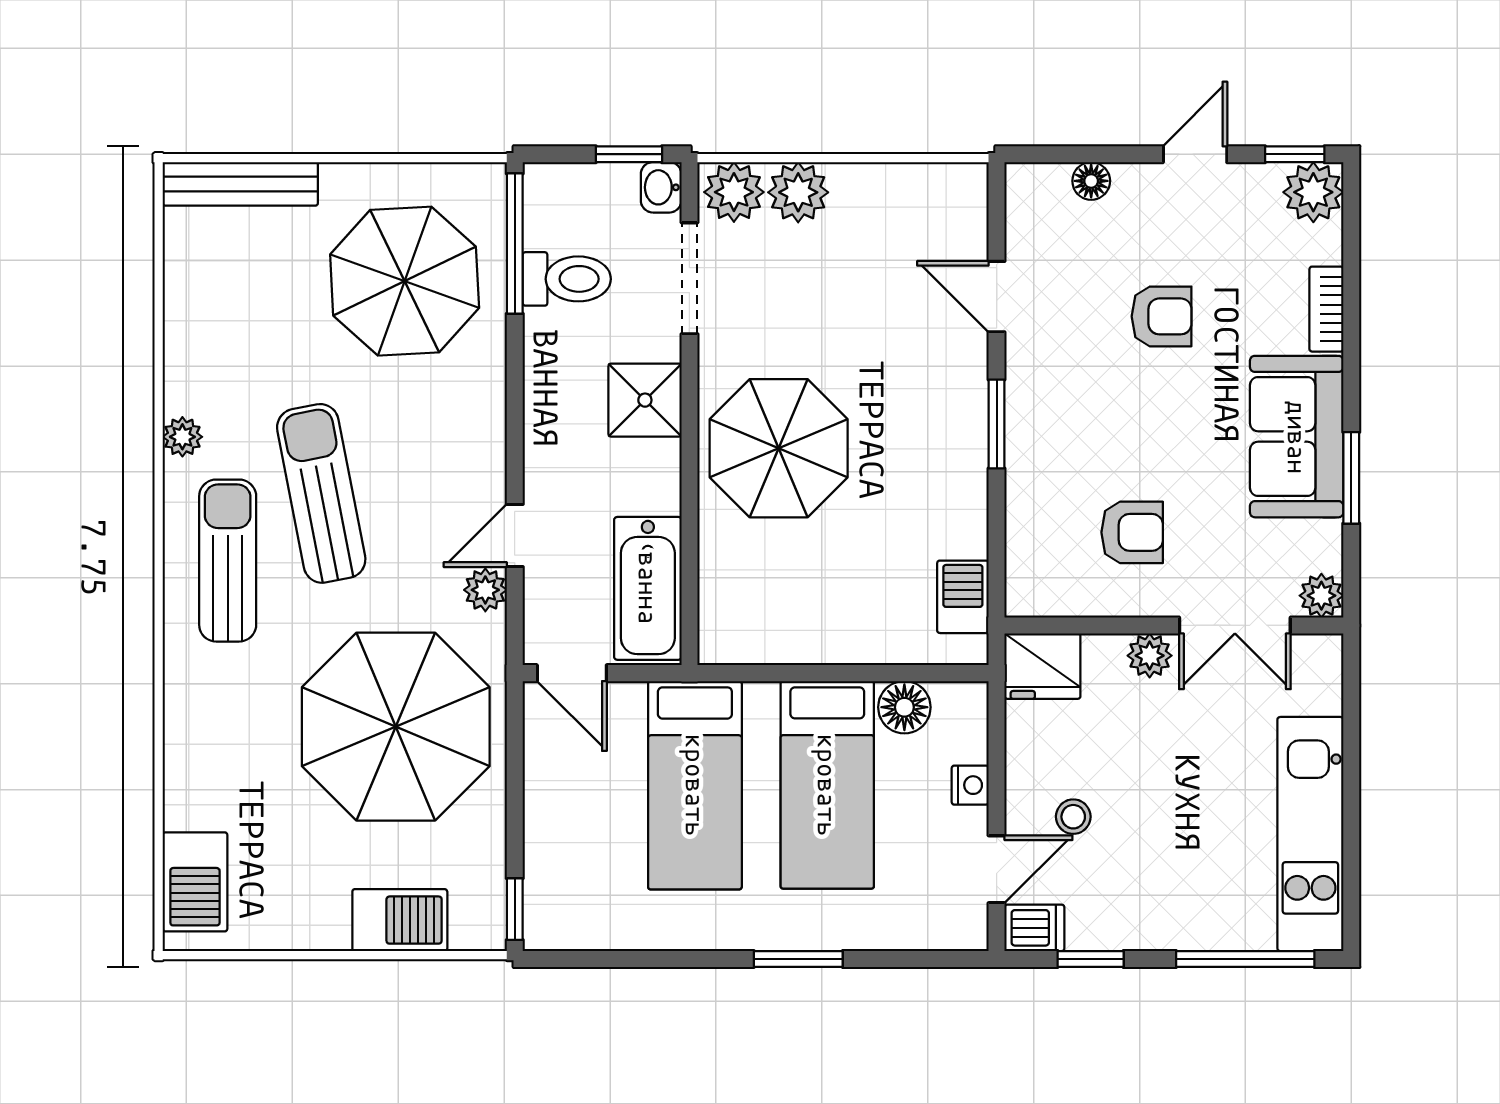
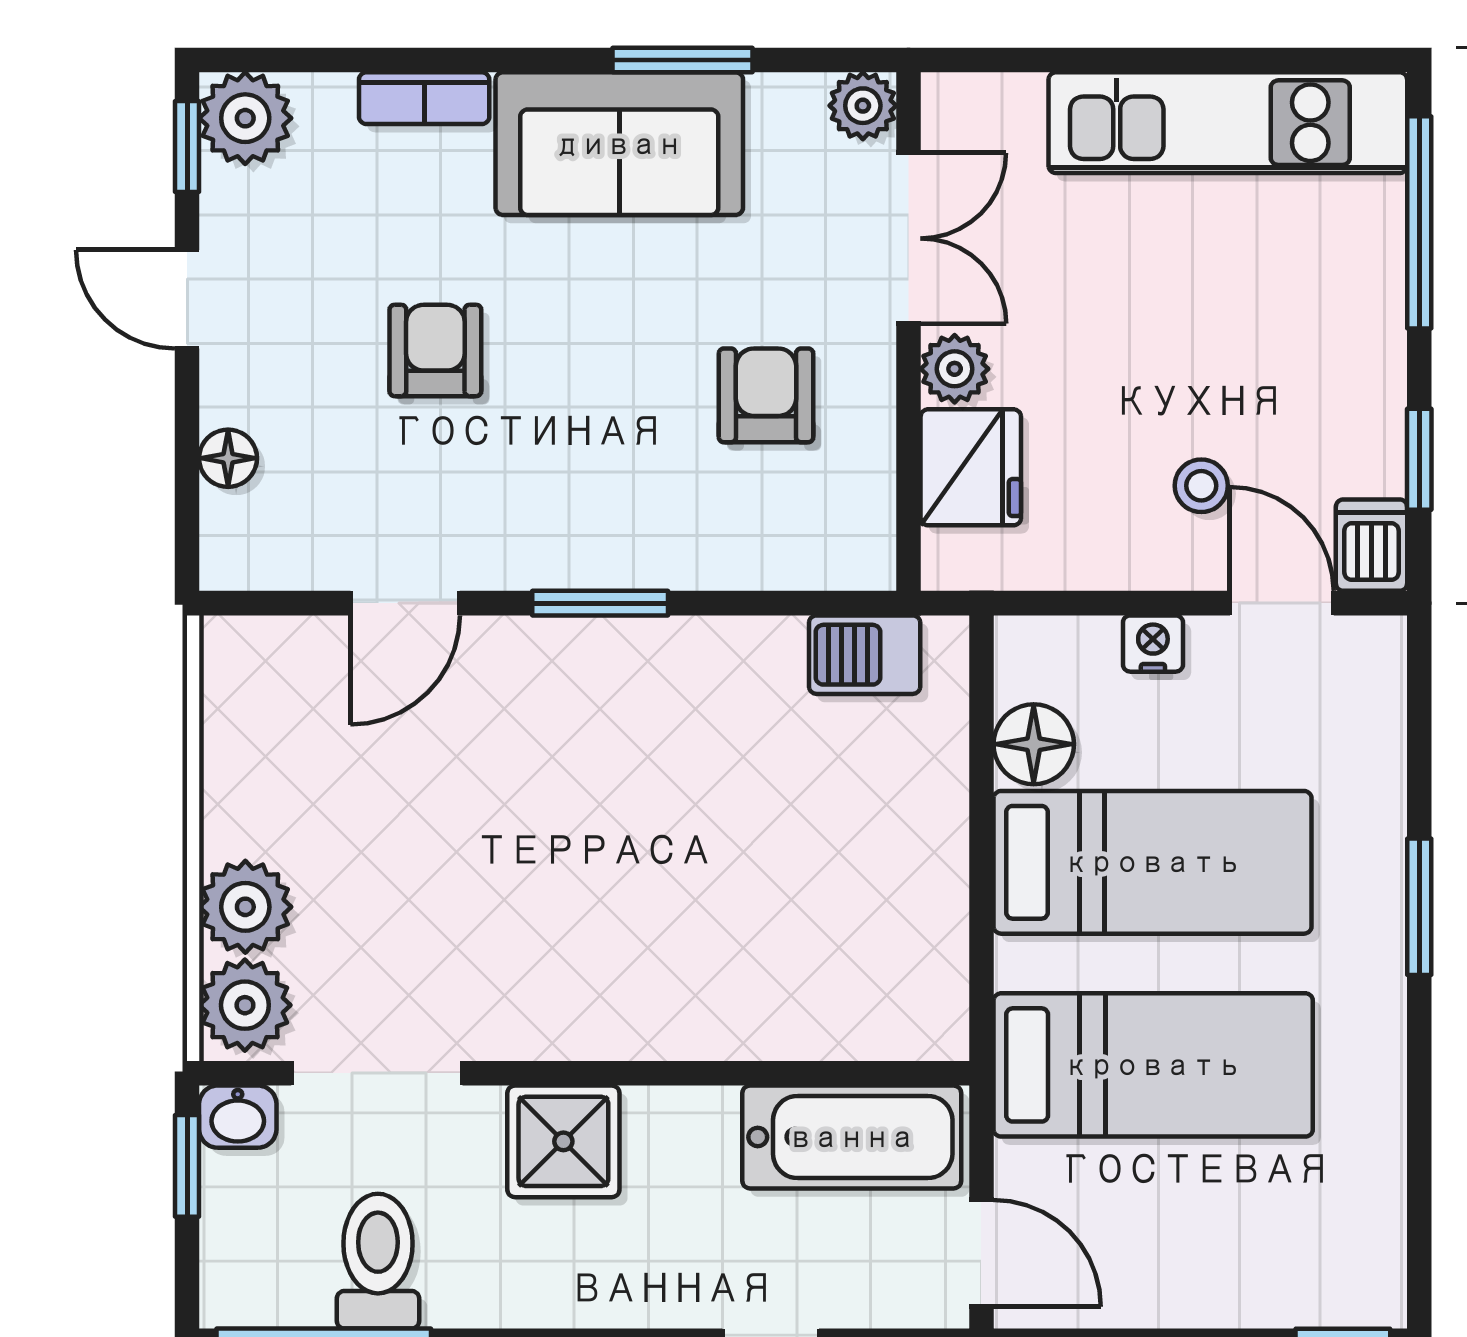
parasol: (779, 448) -> (637, 937), removed
fridge: (1042, 666) -> (971, 467), moved
door: (572, 673) -> (981, 1253), hinge flipped

